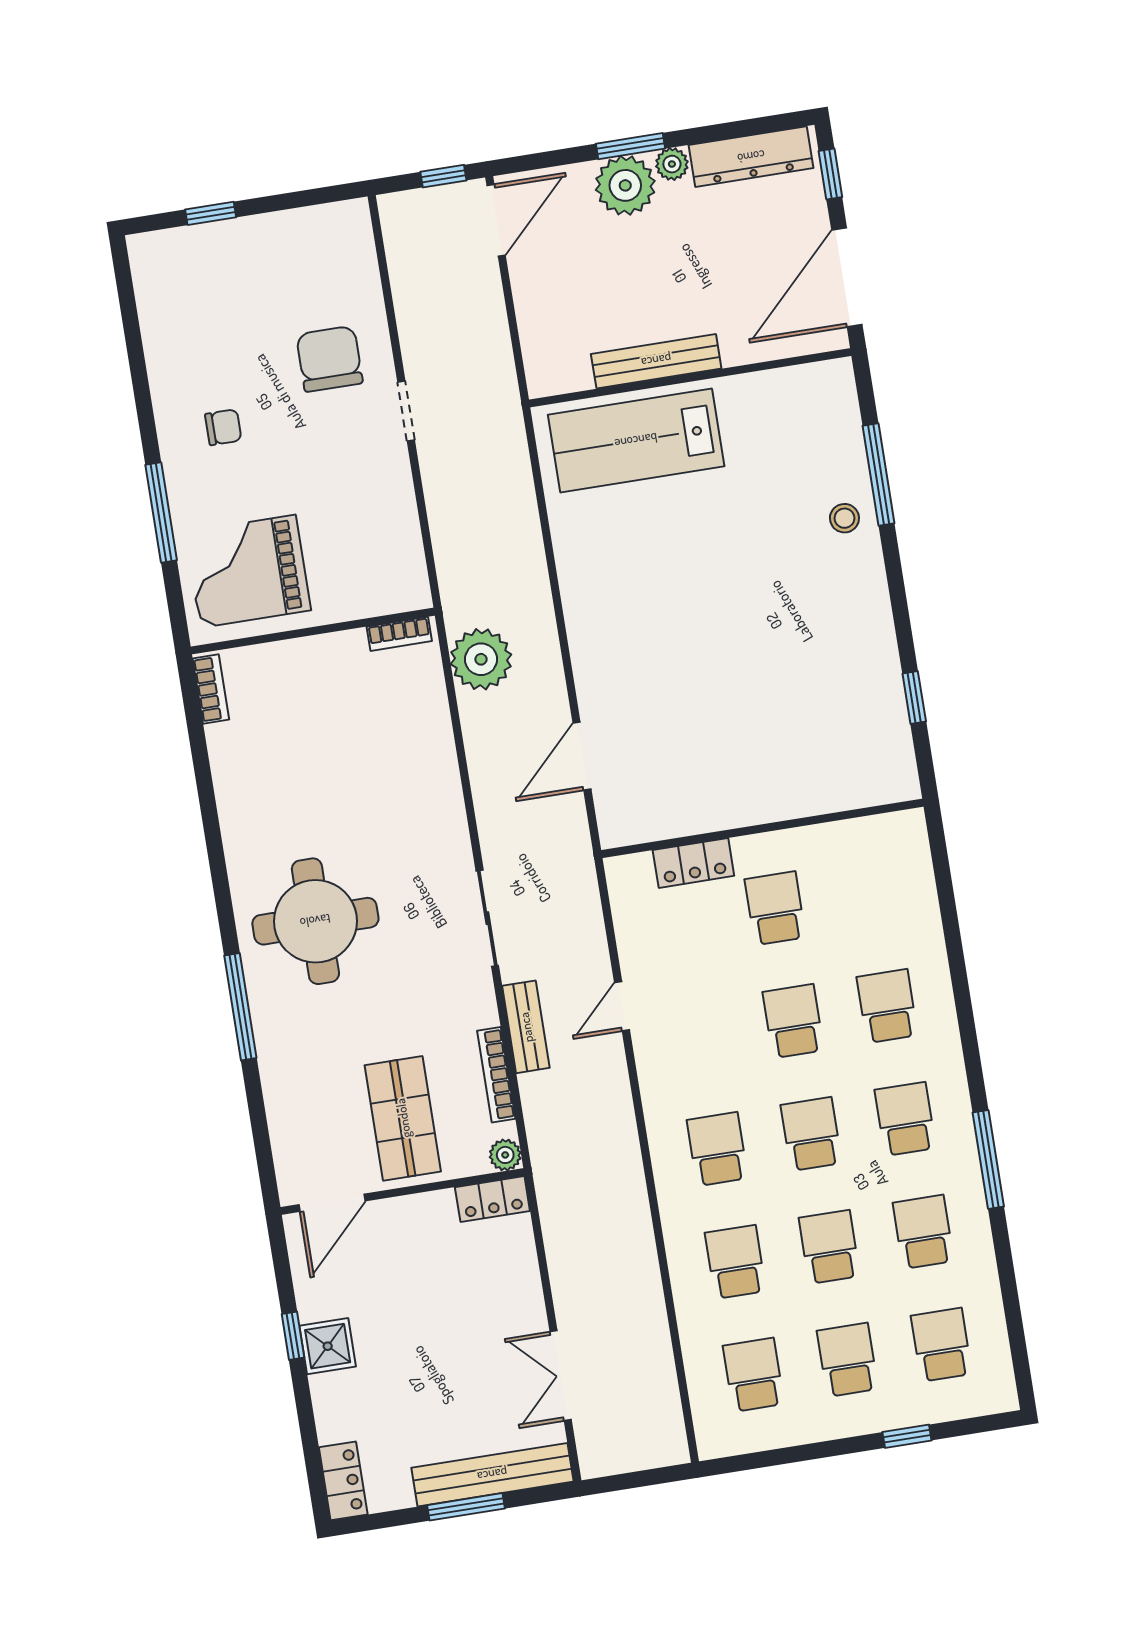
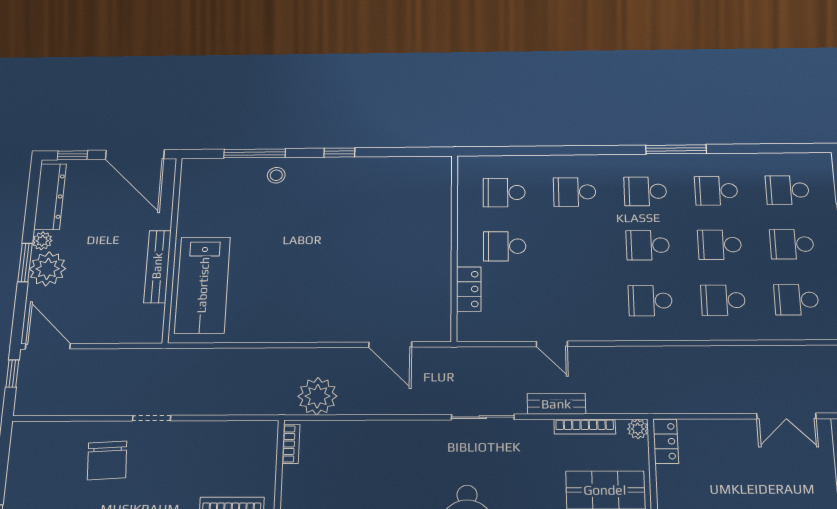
chair: (329, 359) -> (107, 460), turned -93
window: (914, 698) -> (339, 153), moved
school desk: (793, 1021) -> (504, 193), moved

